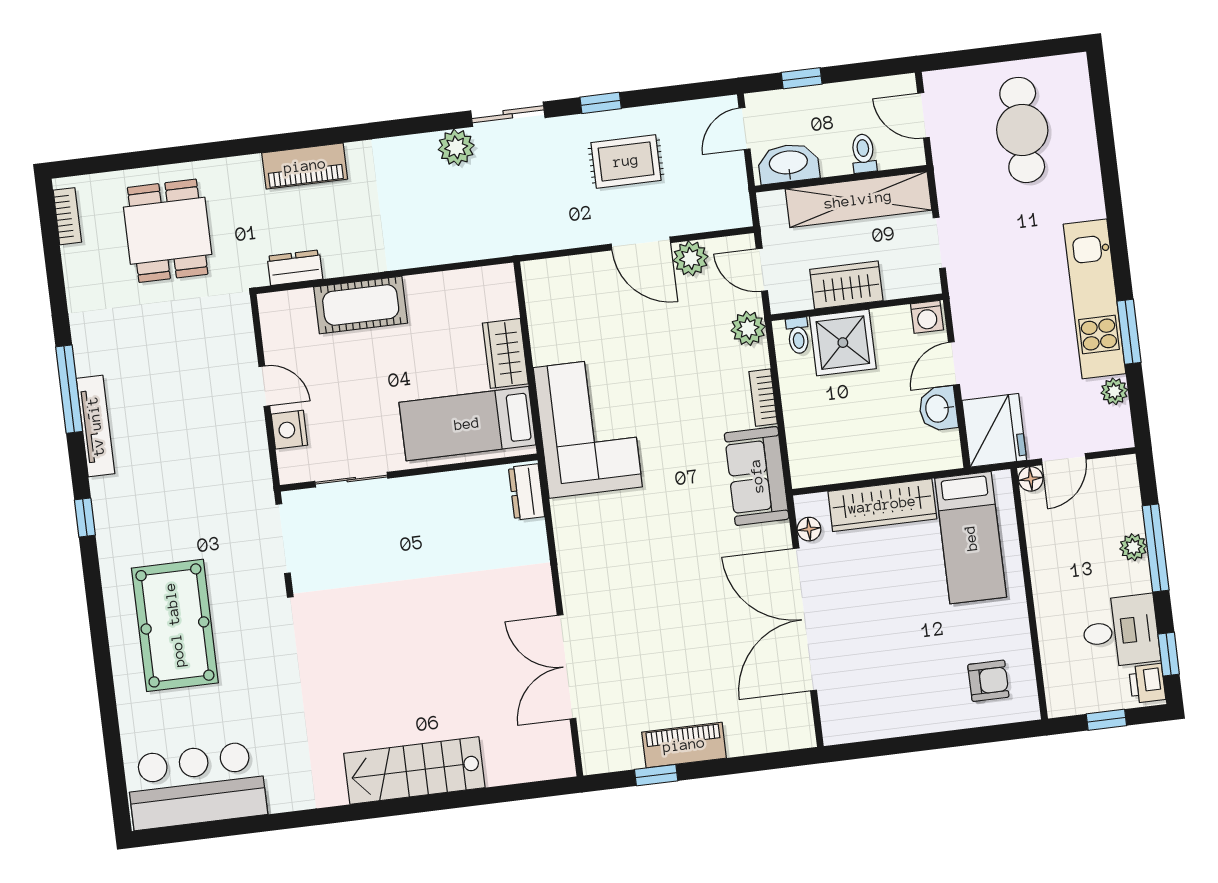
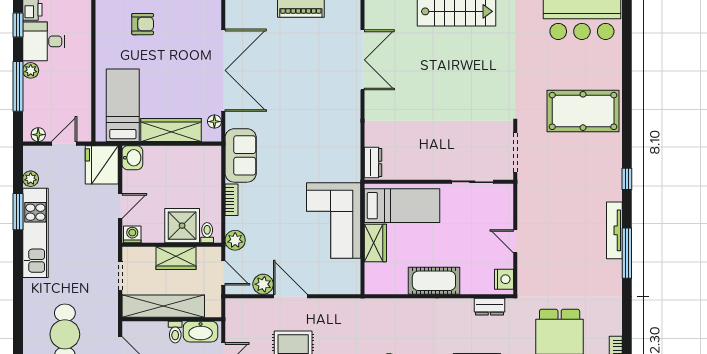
toilet: (863, 153) -> (175, 332), moved
cot: (361, 305) -> (434, 281), moved
washbasin: (938, 409) -> (132, 158), moved
corner sofa: (588, 427) -> (334, 220), moved
nightstand: (289, 430) -> (504, 279), moved
floor lamp: (1031, 479) -> (38, 135), moved
plant: (1133, 547) -> (31, 70), moved
pool table: (175, 625) -> (583, 111), turned 90
armchair: (988, 681) -> (143, 24), moved, turned 180

